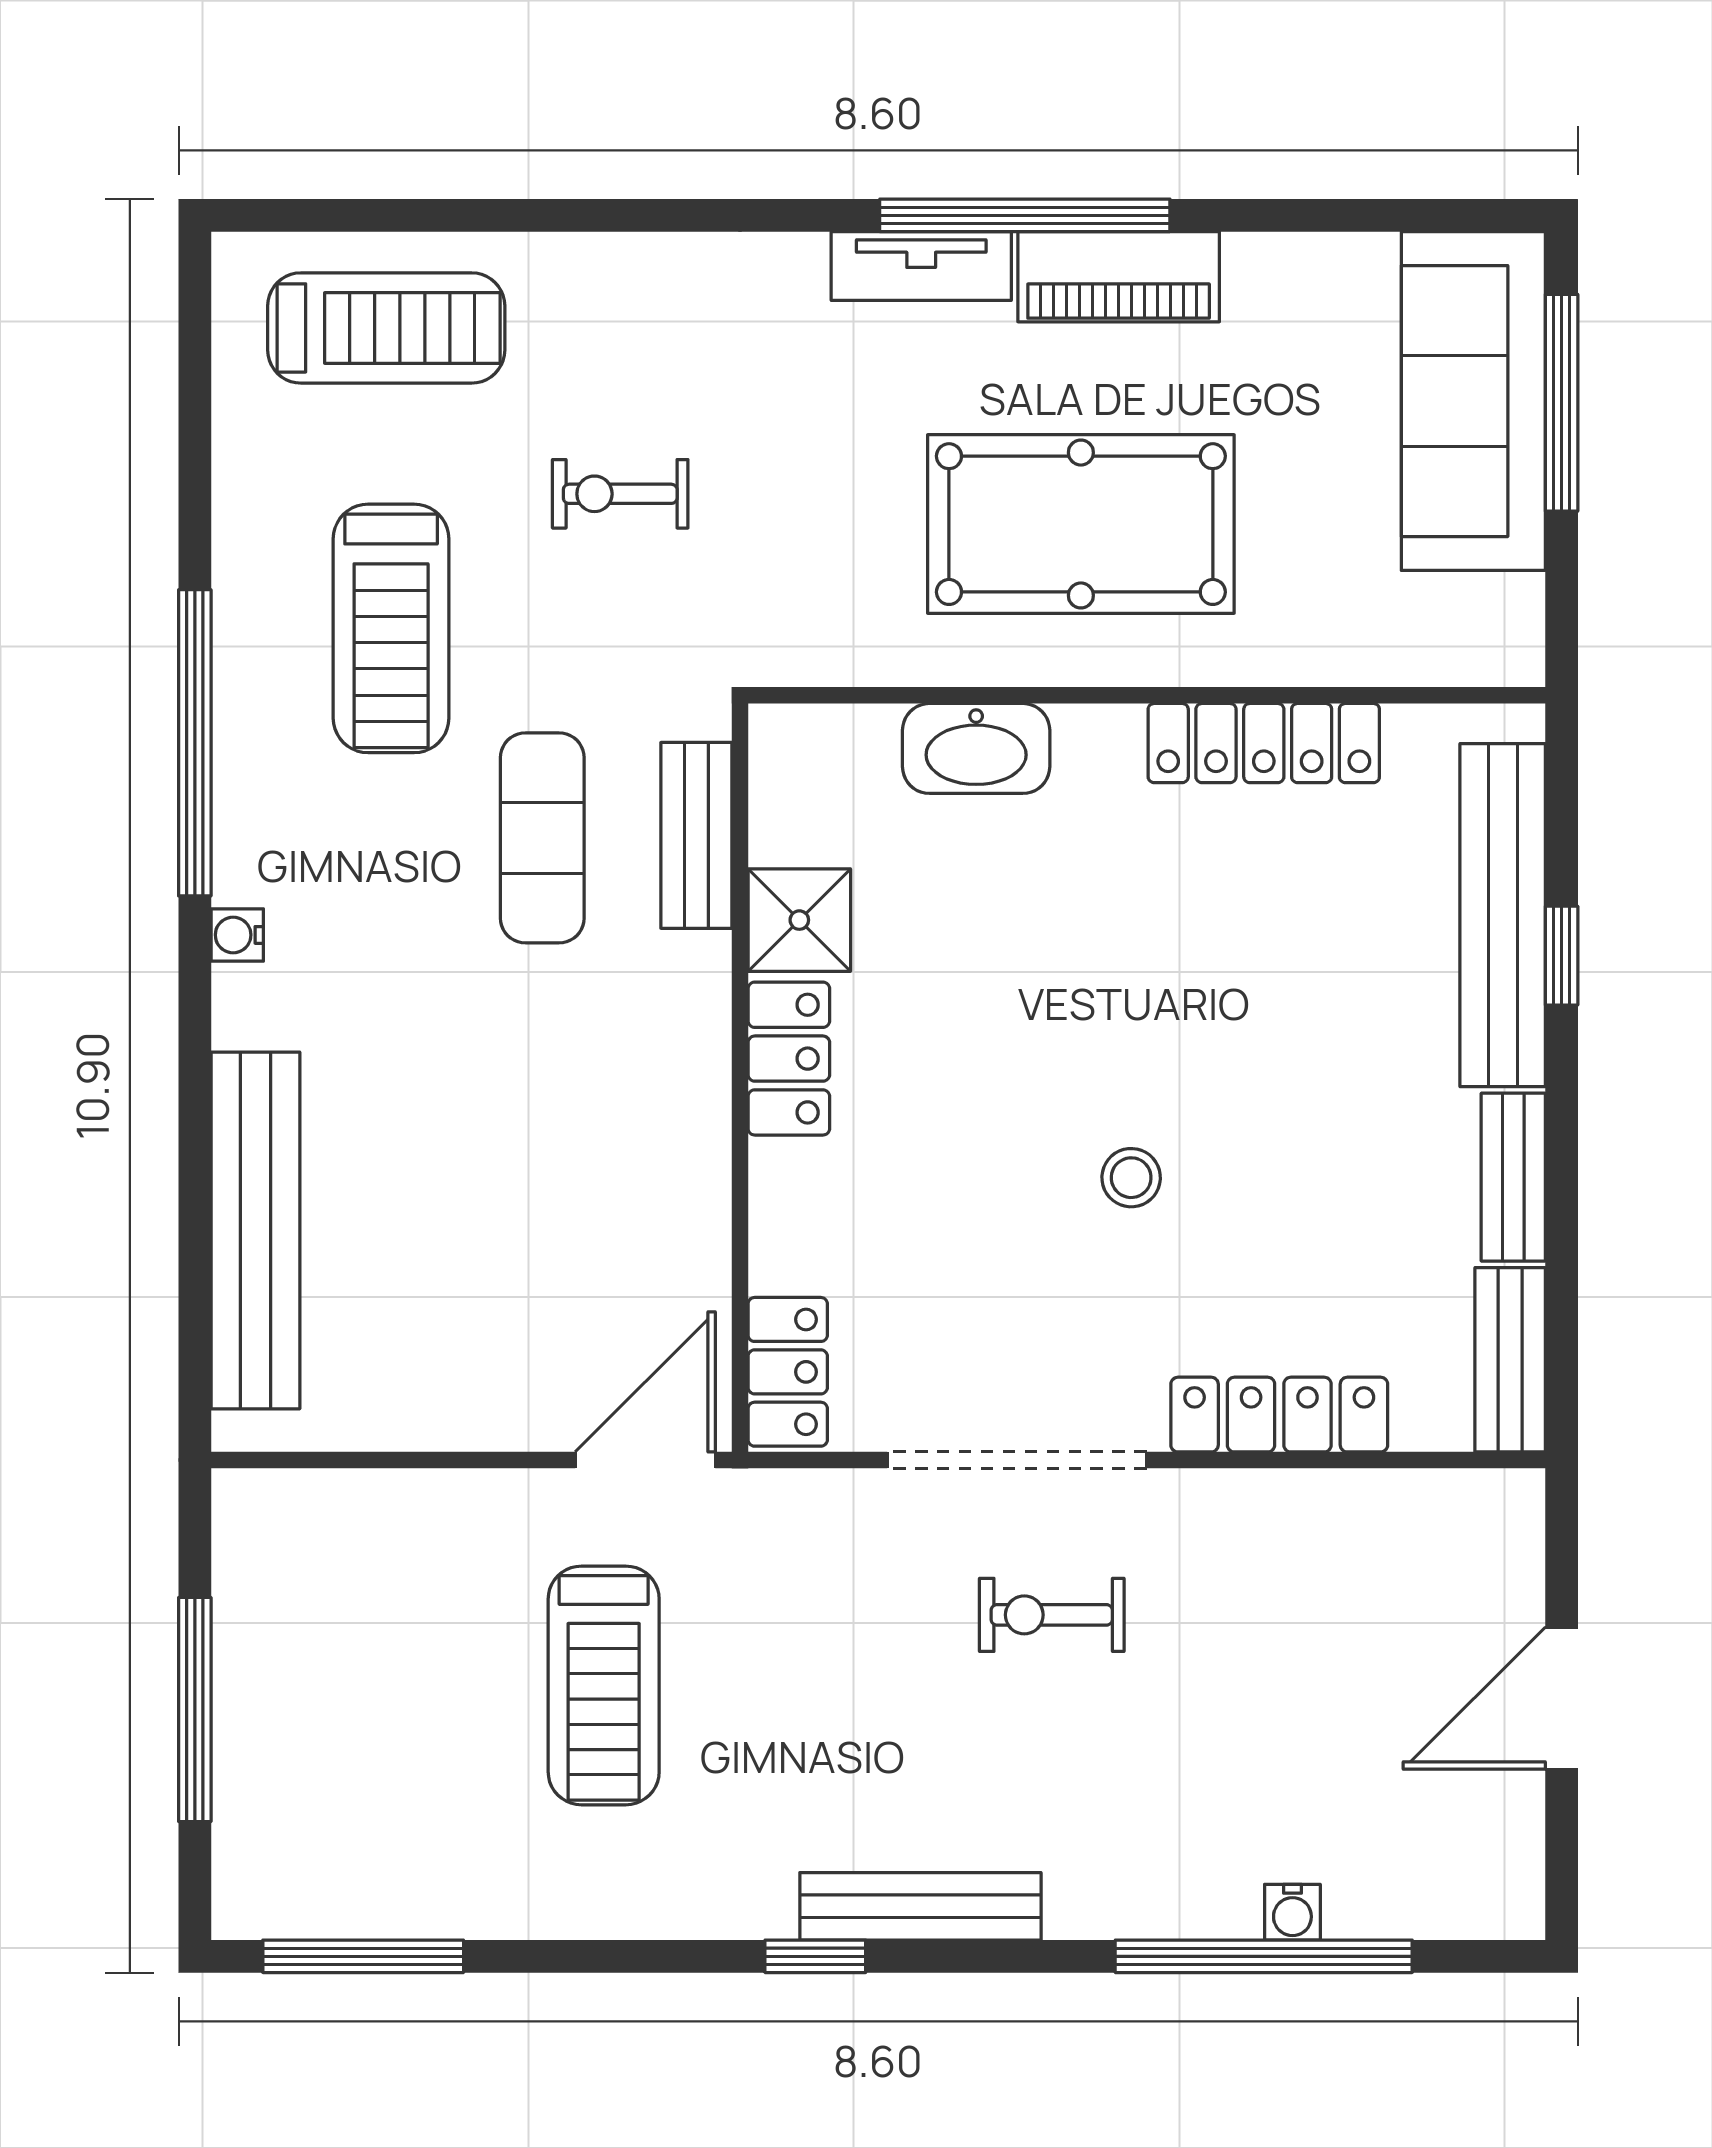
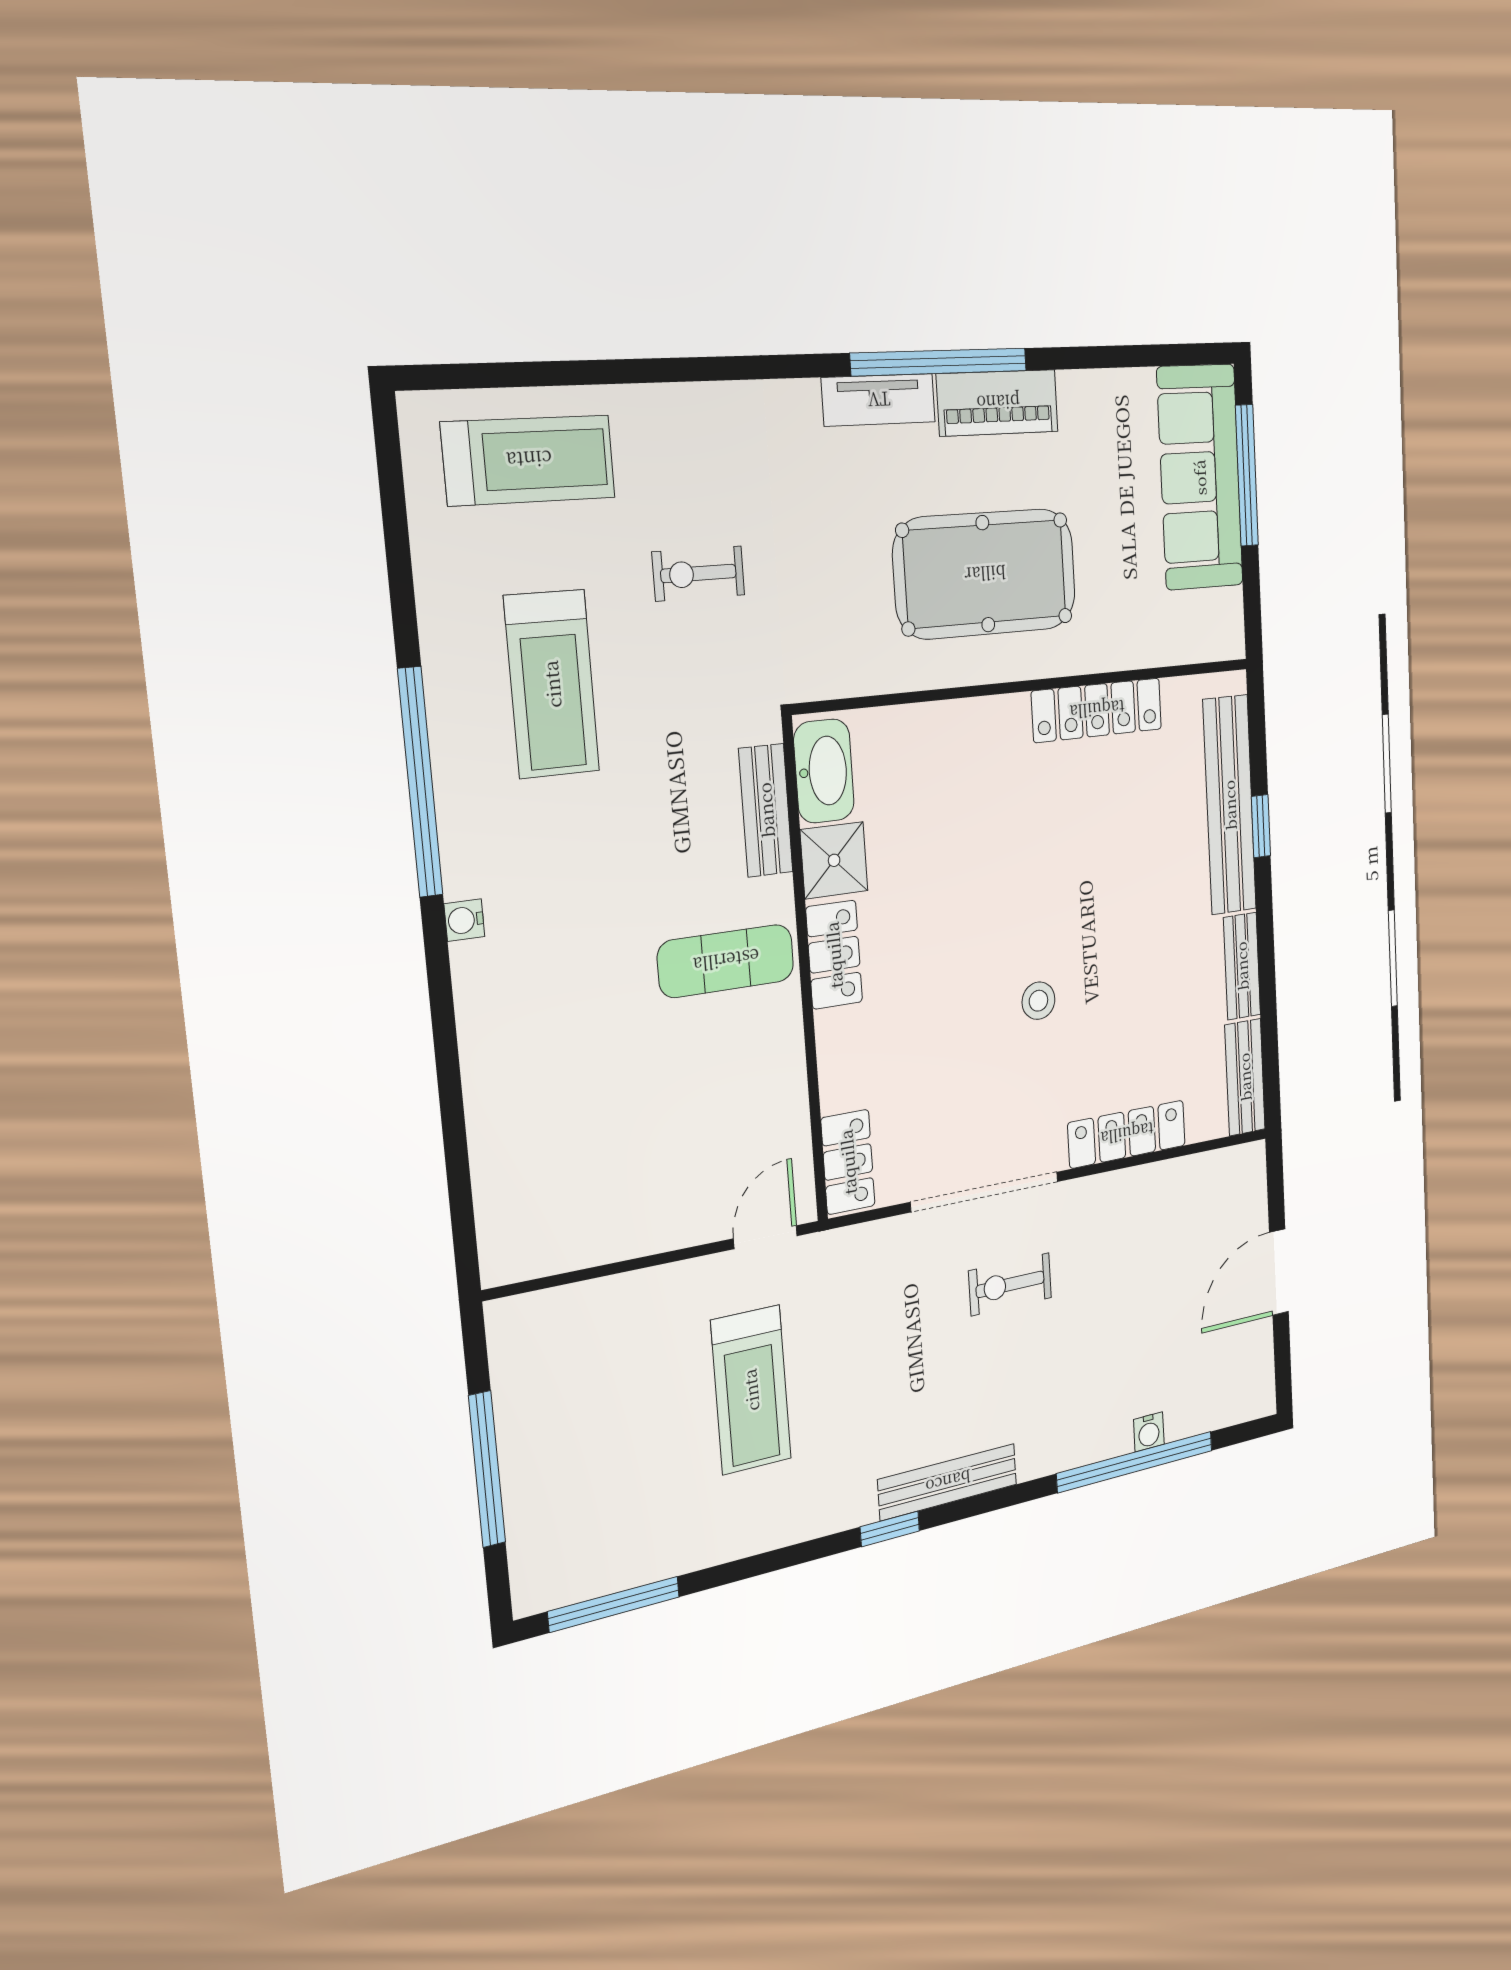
washbasin: (976, 748) -> (824, 771), moved, turned -90
exercise mat: (542, 838) -> (726, 961), moved, turned 90
bench: (255, 1230) -> (497, 1130), removed
door: (645, 1460) -> (765, 1237), width x0.73

